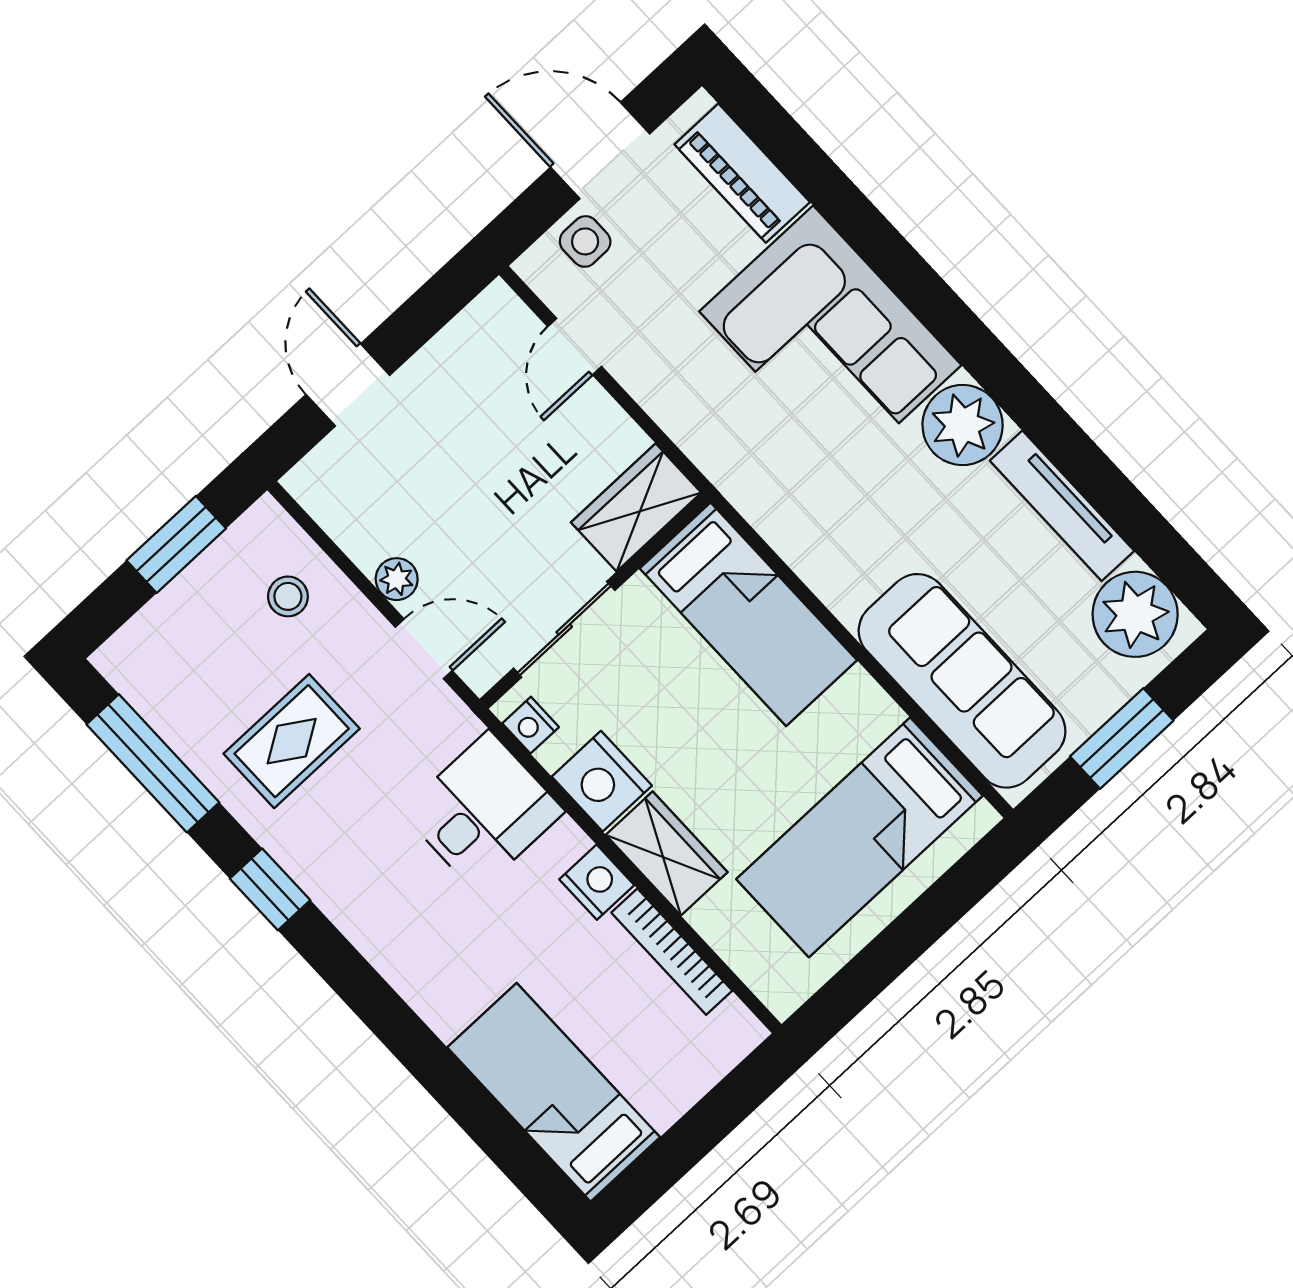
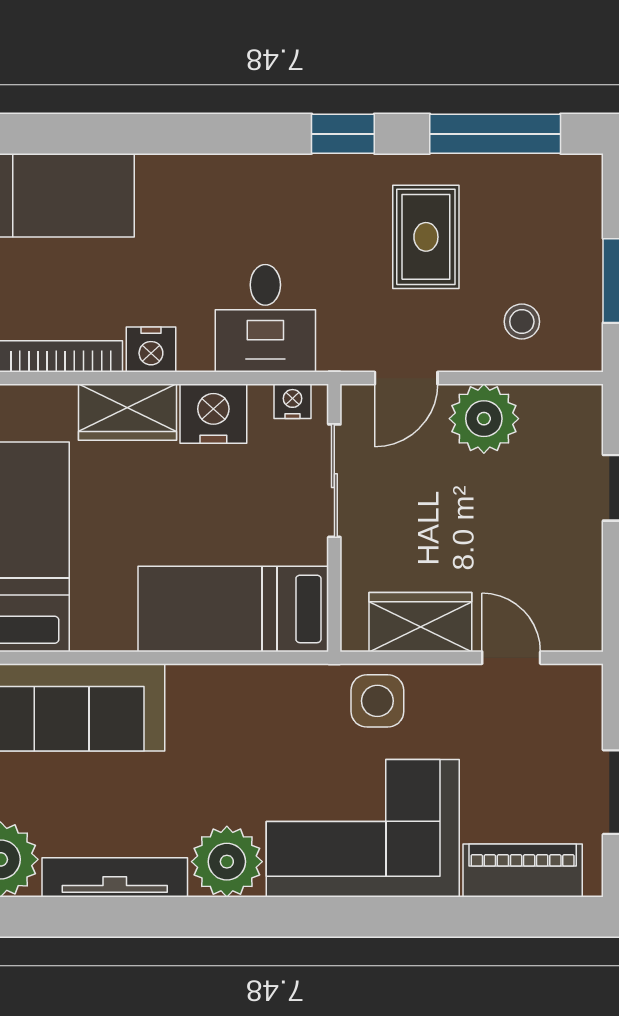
side table: (585, 241) -> (377, 701), moved, width x1.37, depth x1.37
wardrobe: (636, 508) -> (420, 622), moved, turned -90
plant: (397, 579) -> (484, 419), width x1.88, depth x1.88

